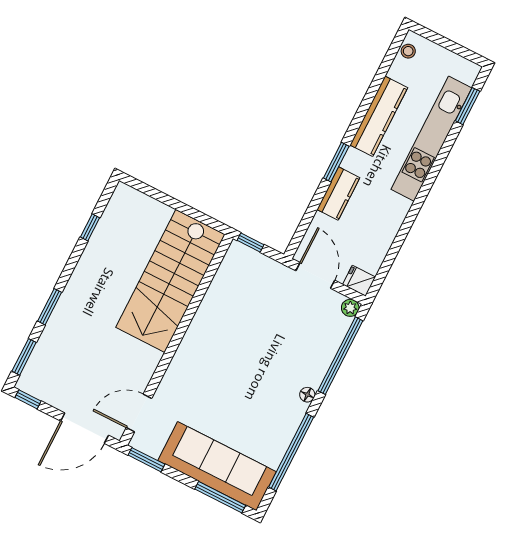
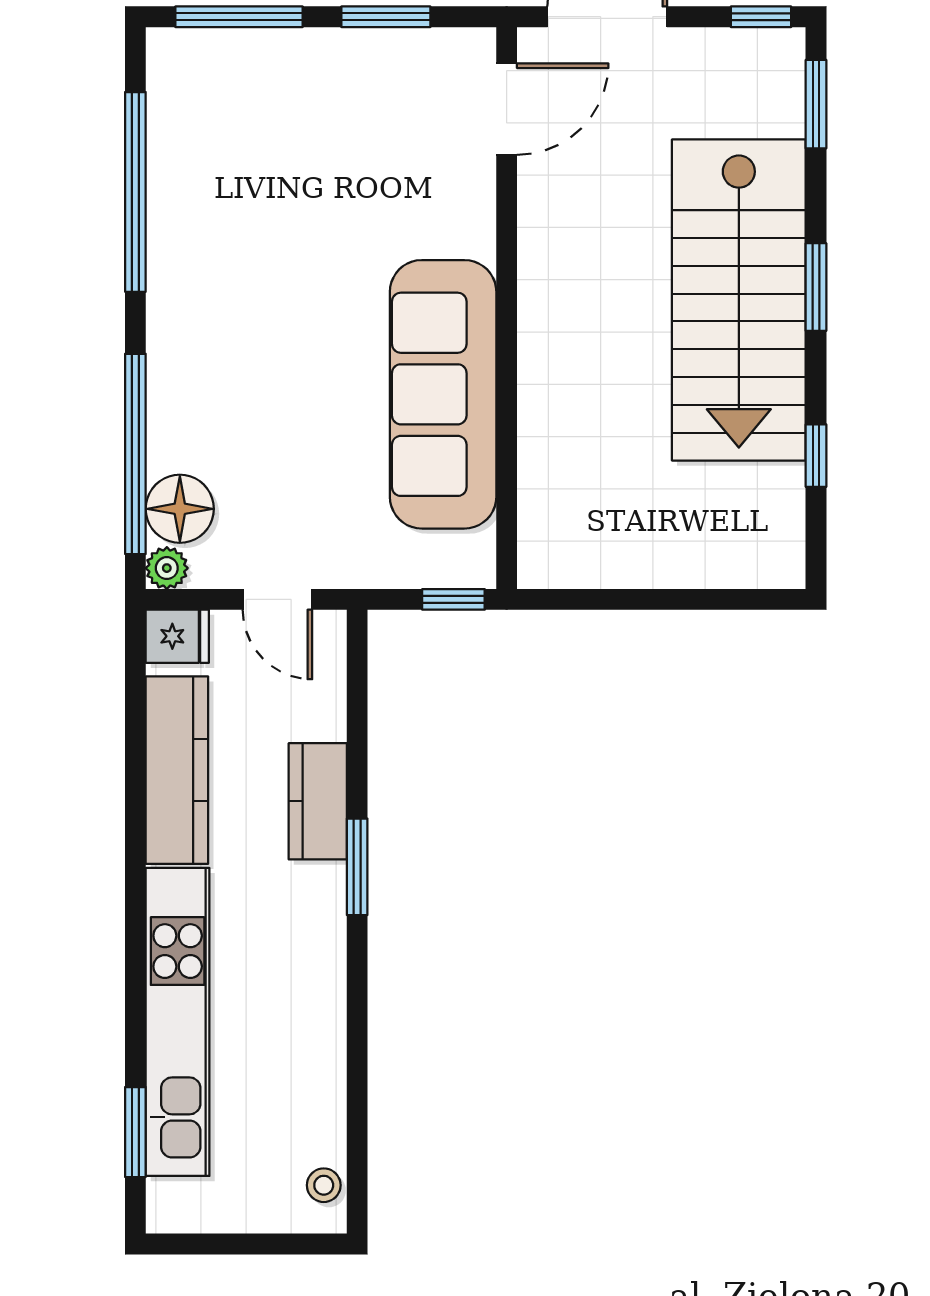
kitchen counter: (379, 116) -> (177, 770), moved, turned 180
door: (315, 275) -> (277, 599), width x0.73
stairs: (170, 281) -> (739, 300), moved, turned 180
window: (50, 307) -> (816, 287), moved
floor lamp: (307, 395) -> (180, 509), moved, width x1.89, depth x1.89
window: (146, 460) -> (386, 17), moved
sofa: (217, 466) -> (443, 394), moved, turned 90

